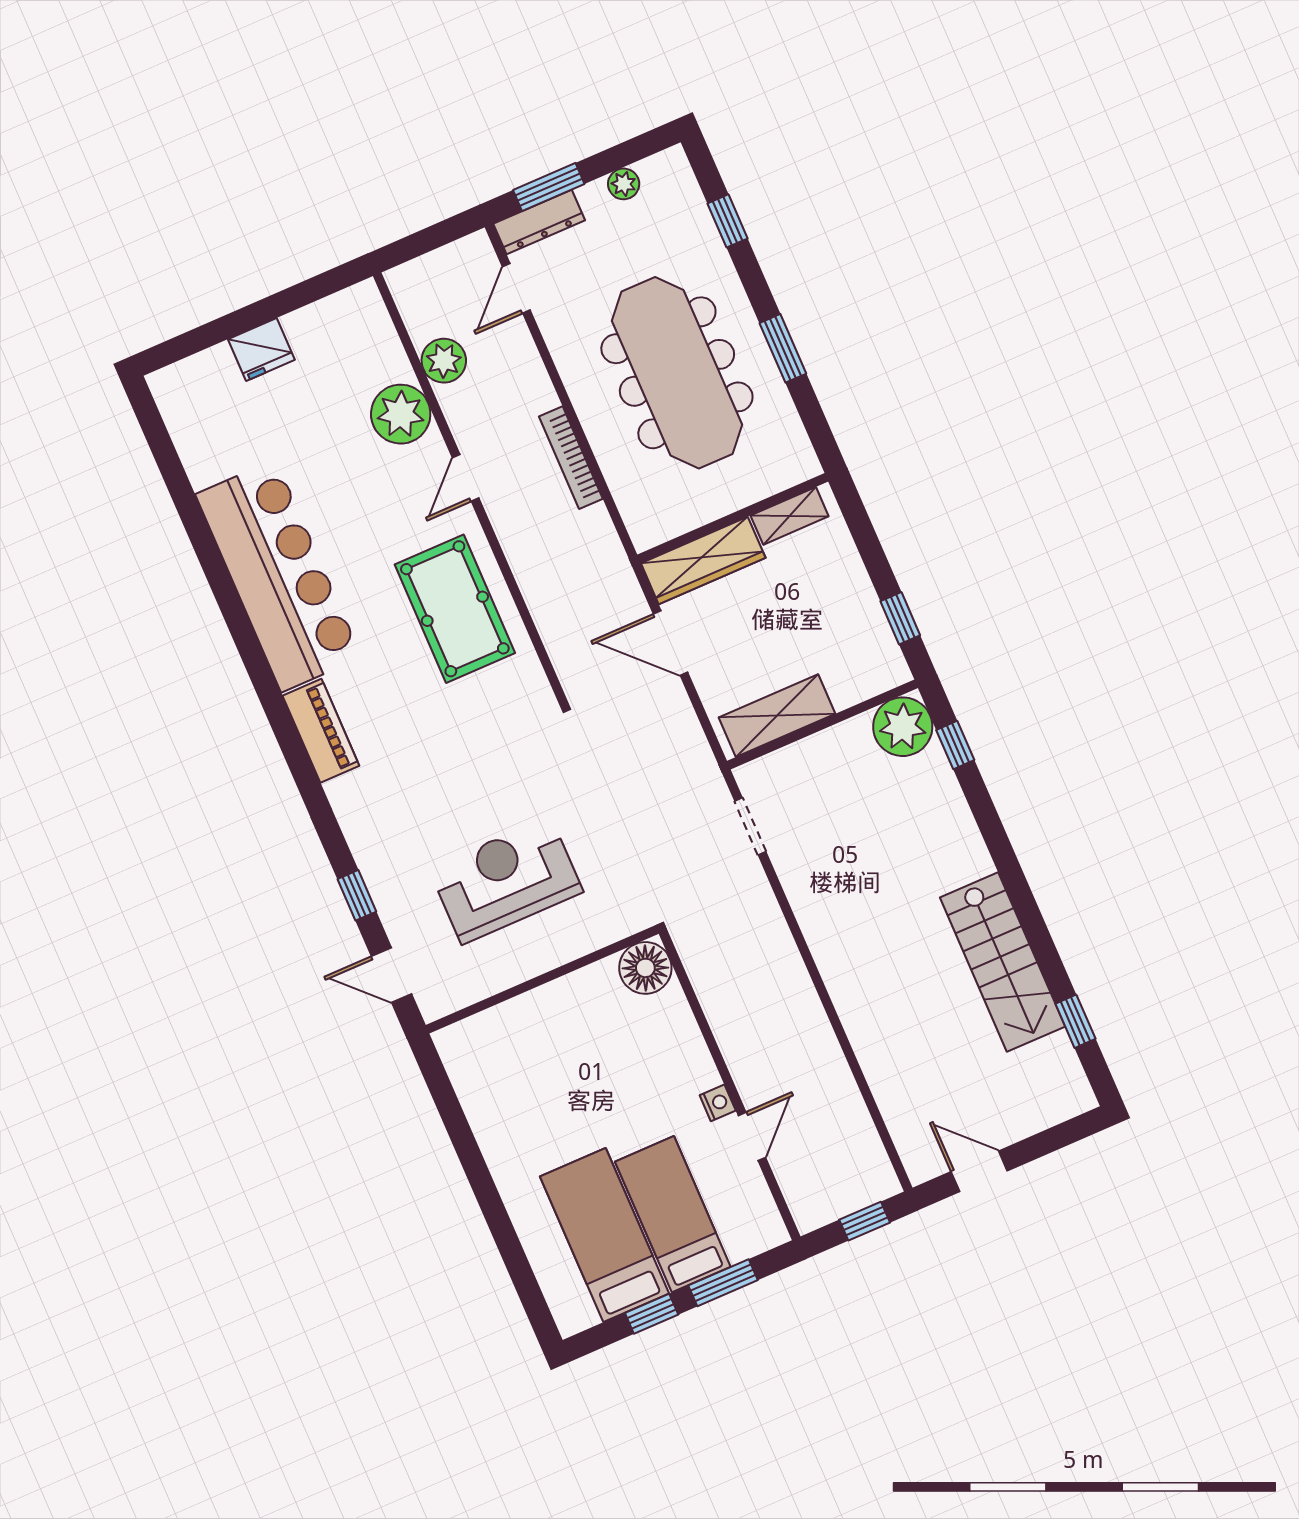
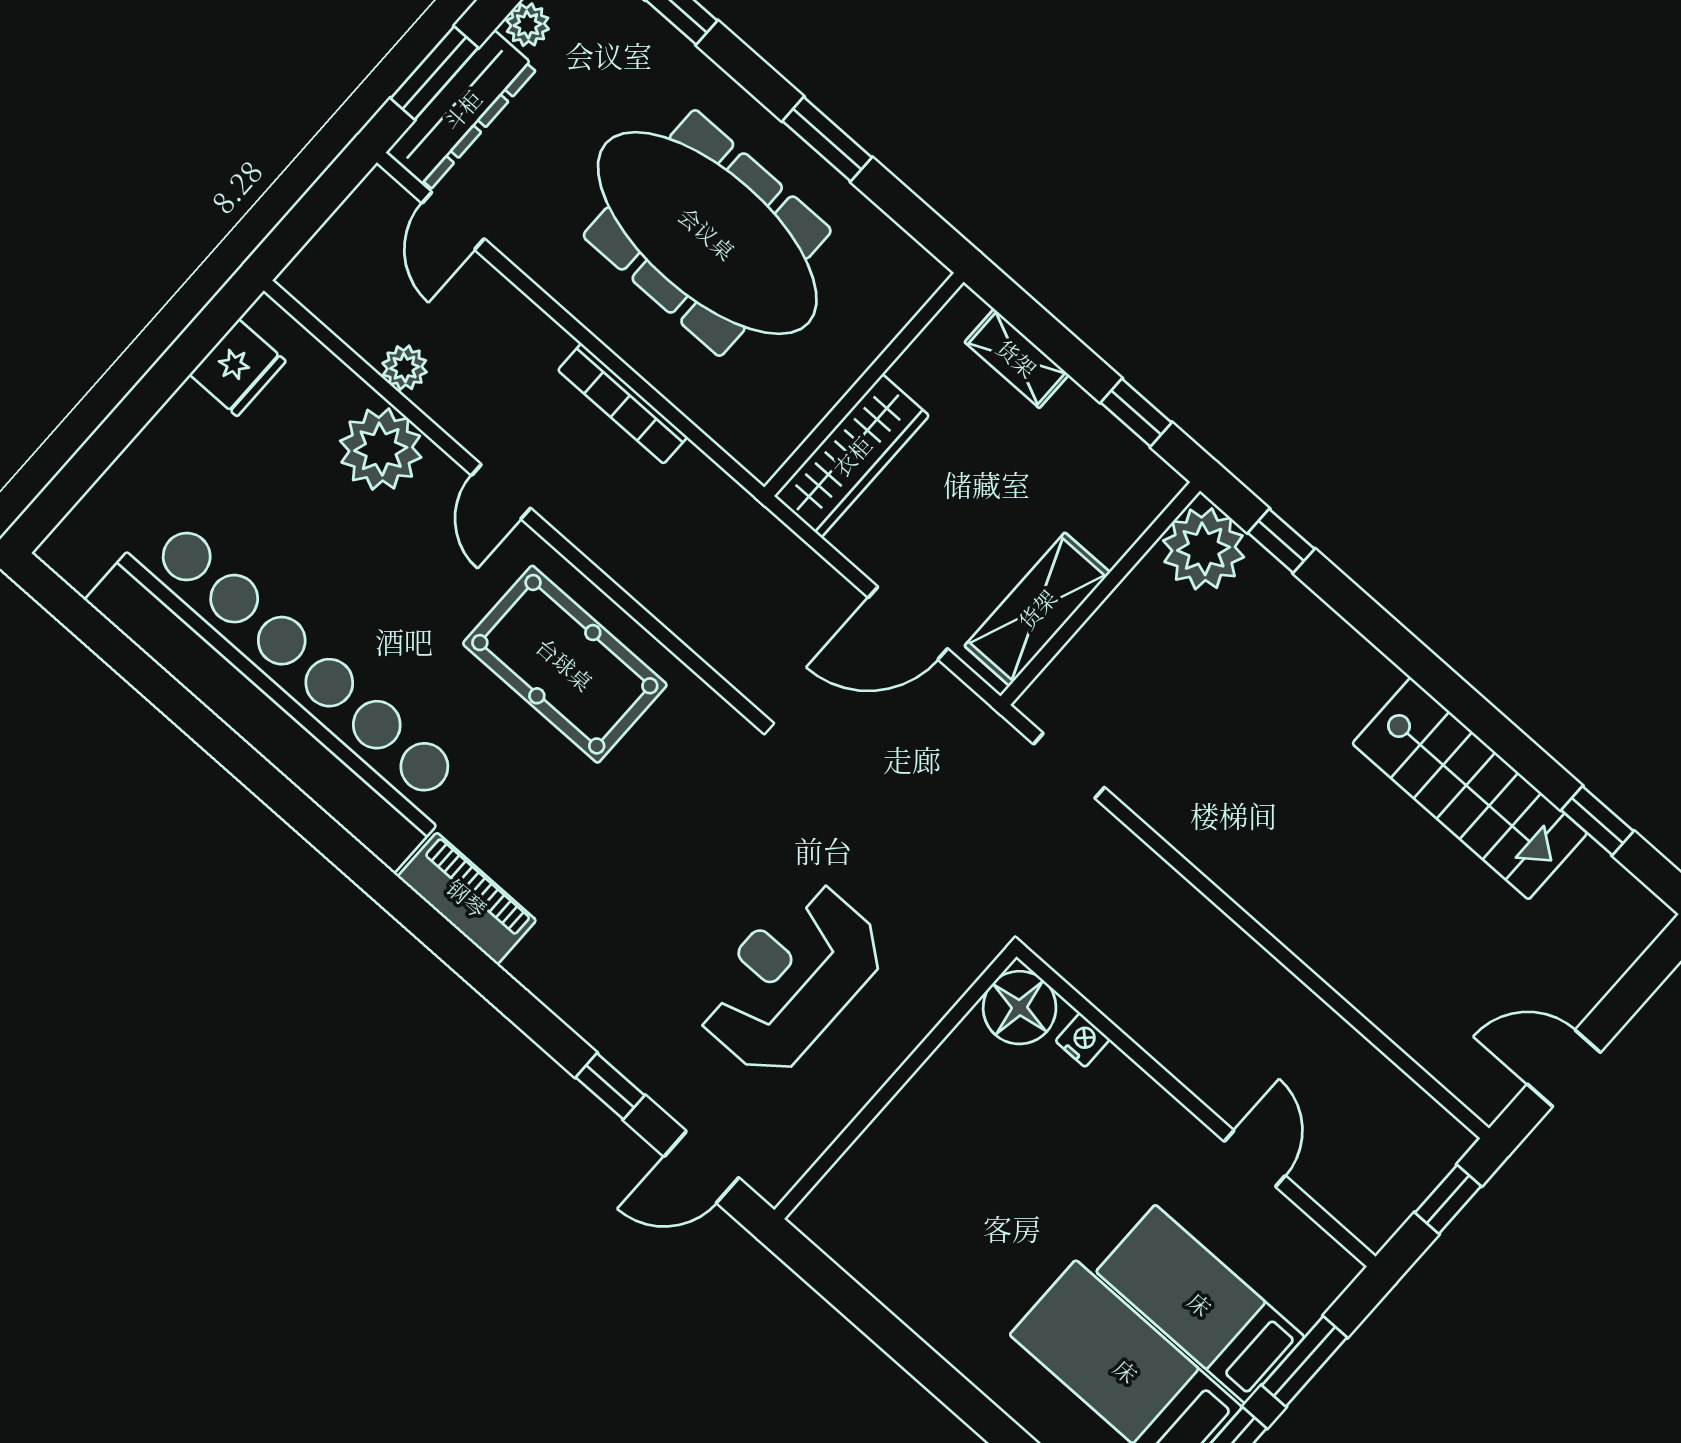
dresser: (539, 222) -> (462, 110), width x1.37, depth x1.24
fridge: (261, 349) -> (238, 368), moved
plant: (444, 361) -> (405, 368), width x0.73, depth x0.73
shelving: (790, 516) -> (1017, 358), moved, turned 90
bar counter: (279, 576) -> (280, 690), width x1.36
door: (671, 643) -> (908, 623), moved
nightstand: (718, 1103) -> (1083, 1040), moved

